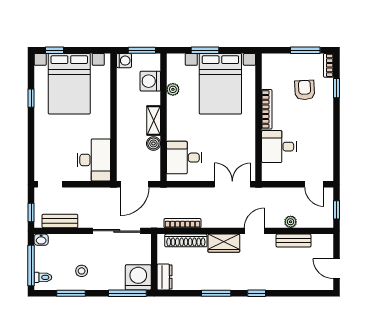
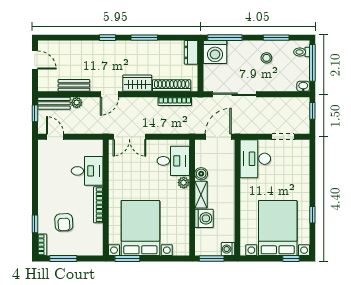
window: (205, 50) -> (127, 258), moved
washing machine: (150, 81) -> (204, 218), moved
plant: (173, 89) -> (184, 183), moved
doorway: (50, 184) -> (283, 137), moved
bench: (60, 221) -> (54, 103), moved

